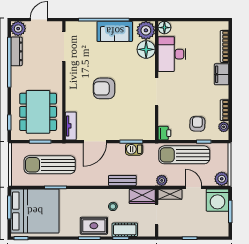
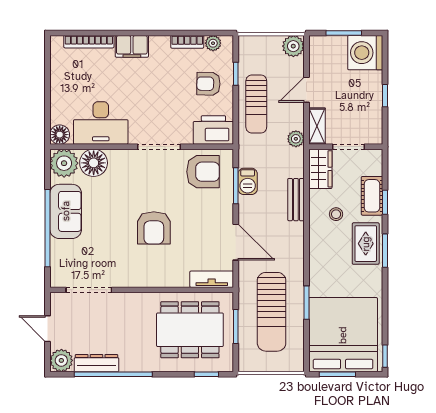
armchair: (140, 120) -> (203, 172), added
printer: (164, 133) -> (213, 130), width x1.87, depth x1.48
sun lounger: (184, 155) -> (256, 104), width x0.73, depth x0.75
washing machine: (218, 200) -> (365, 53), moved, turned 180

